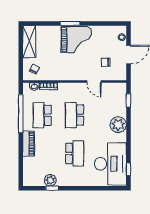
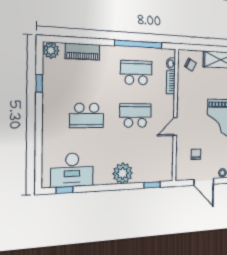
door: (94, 82) -> (175, 126), moved
piano: (28, 144) -> (82, 52), moved
desk: (110, 164) -> (72, 170), width x0.73, depth x0.77
plant: (50, 180) -> (51, 50), moved

